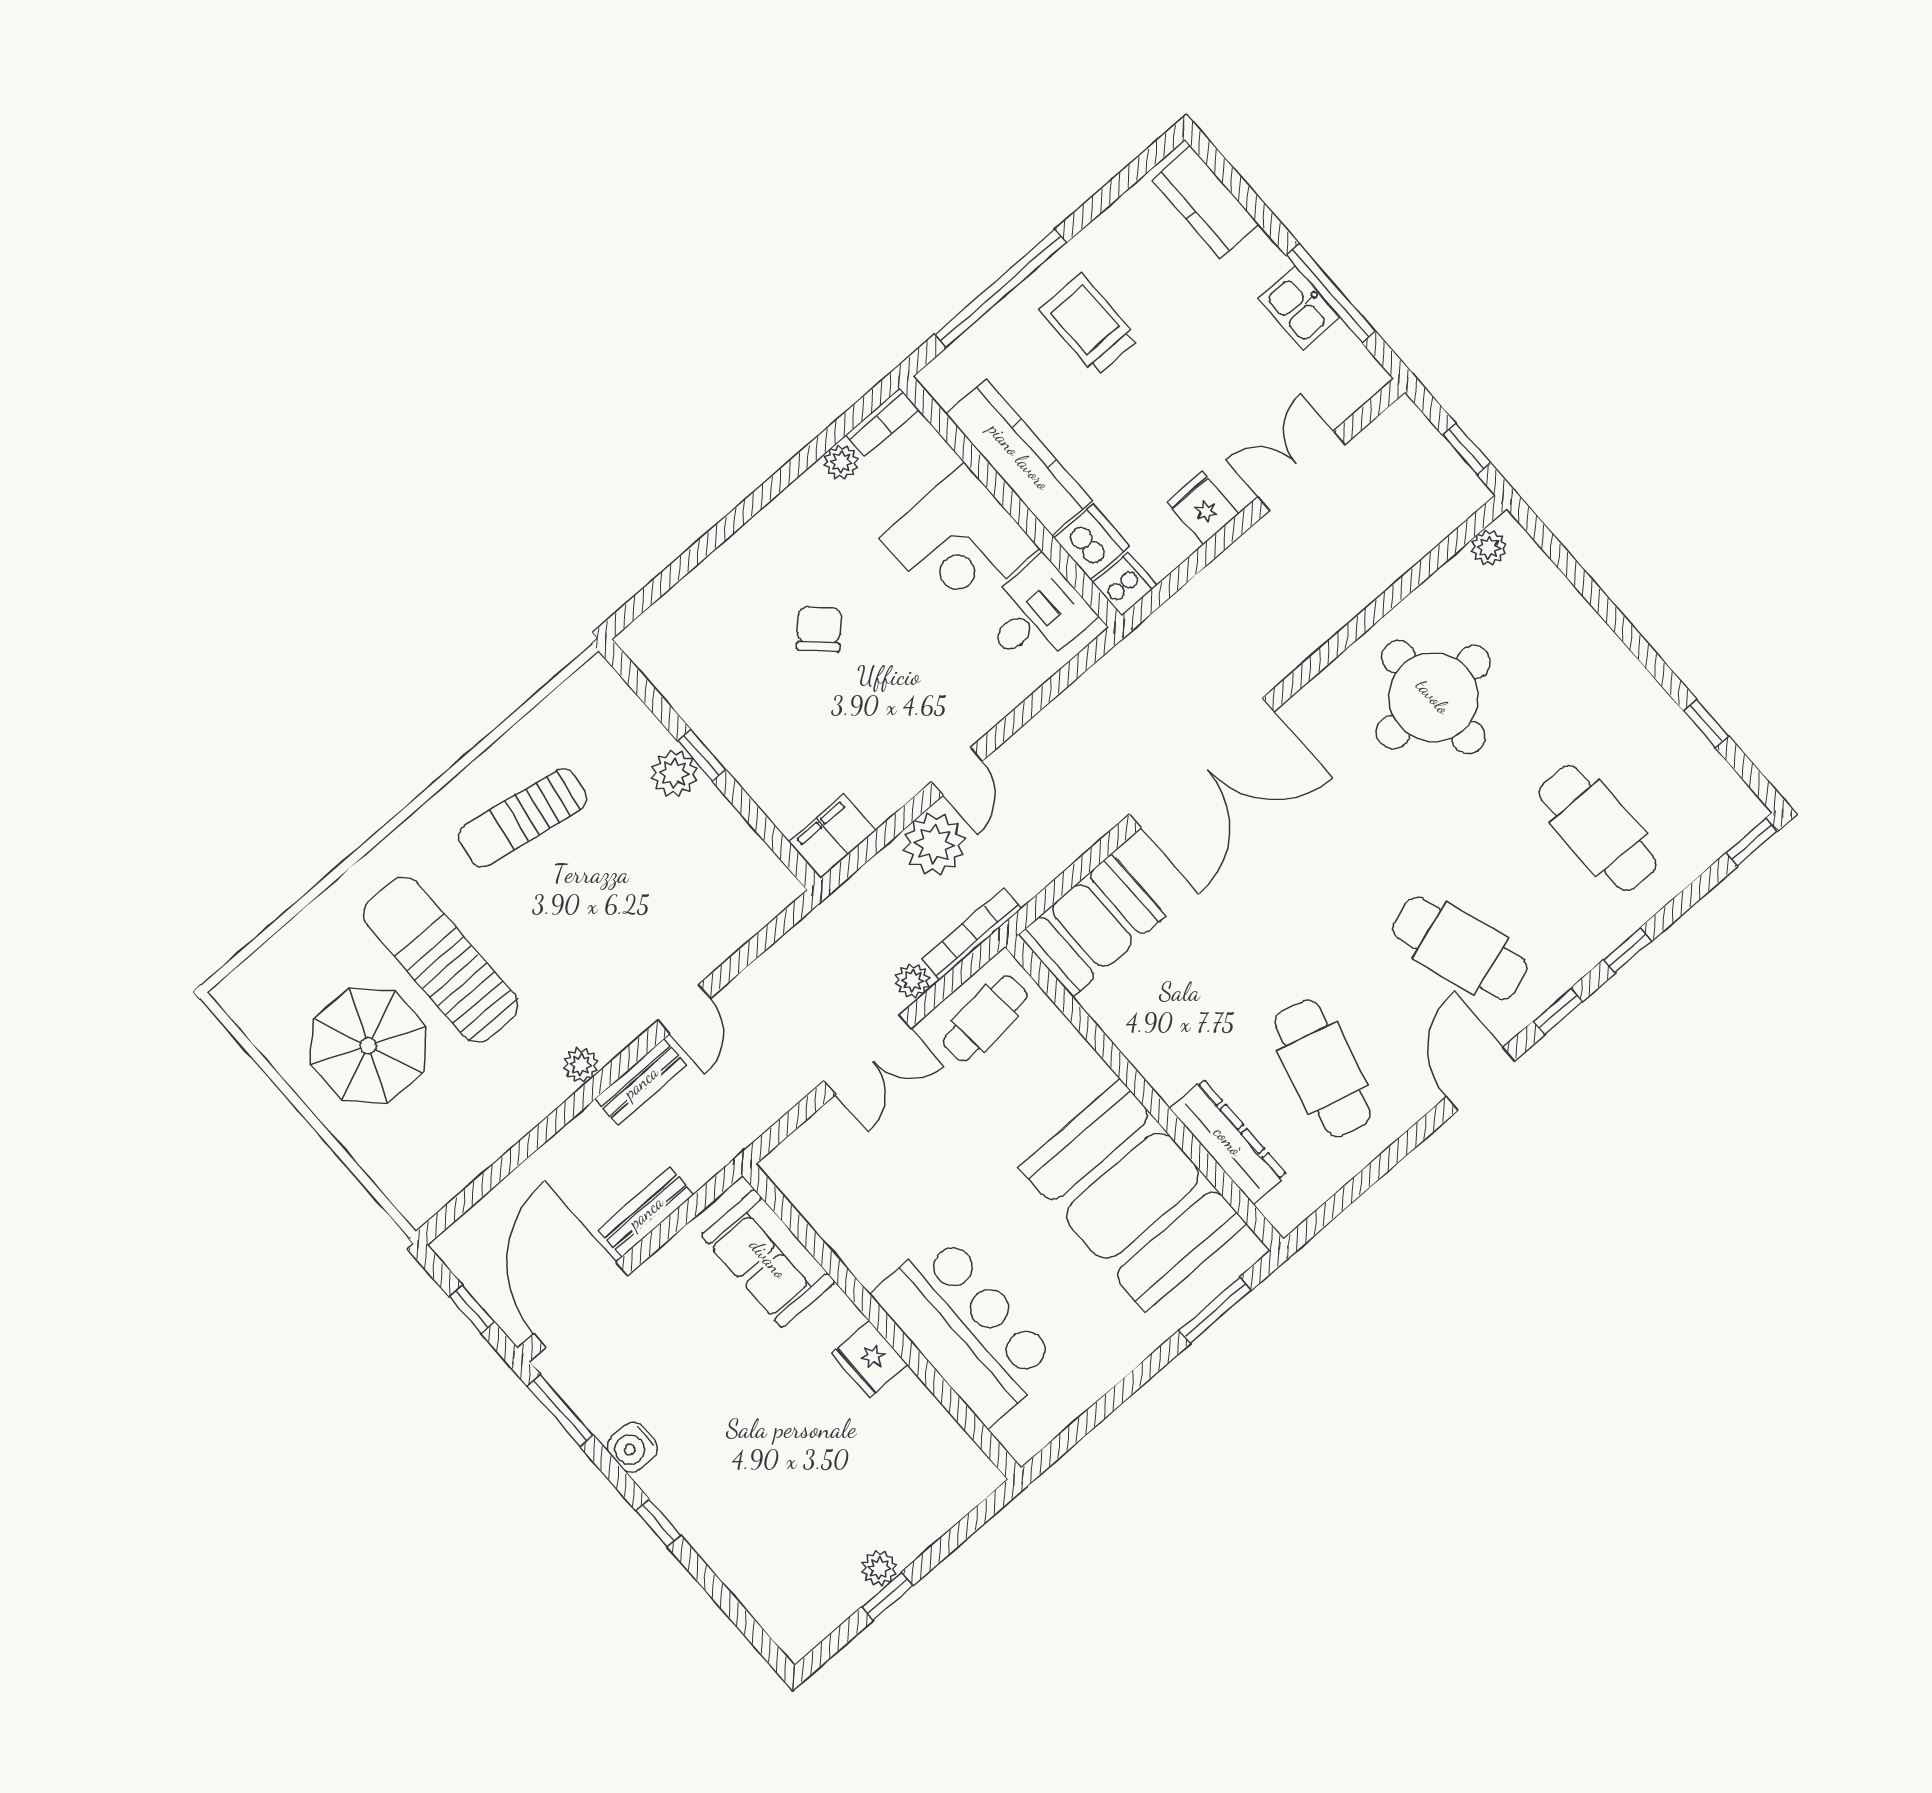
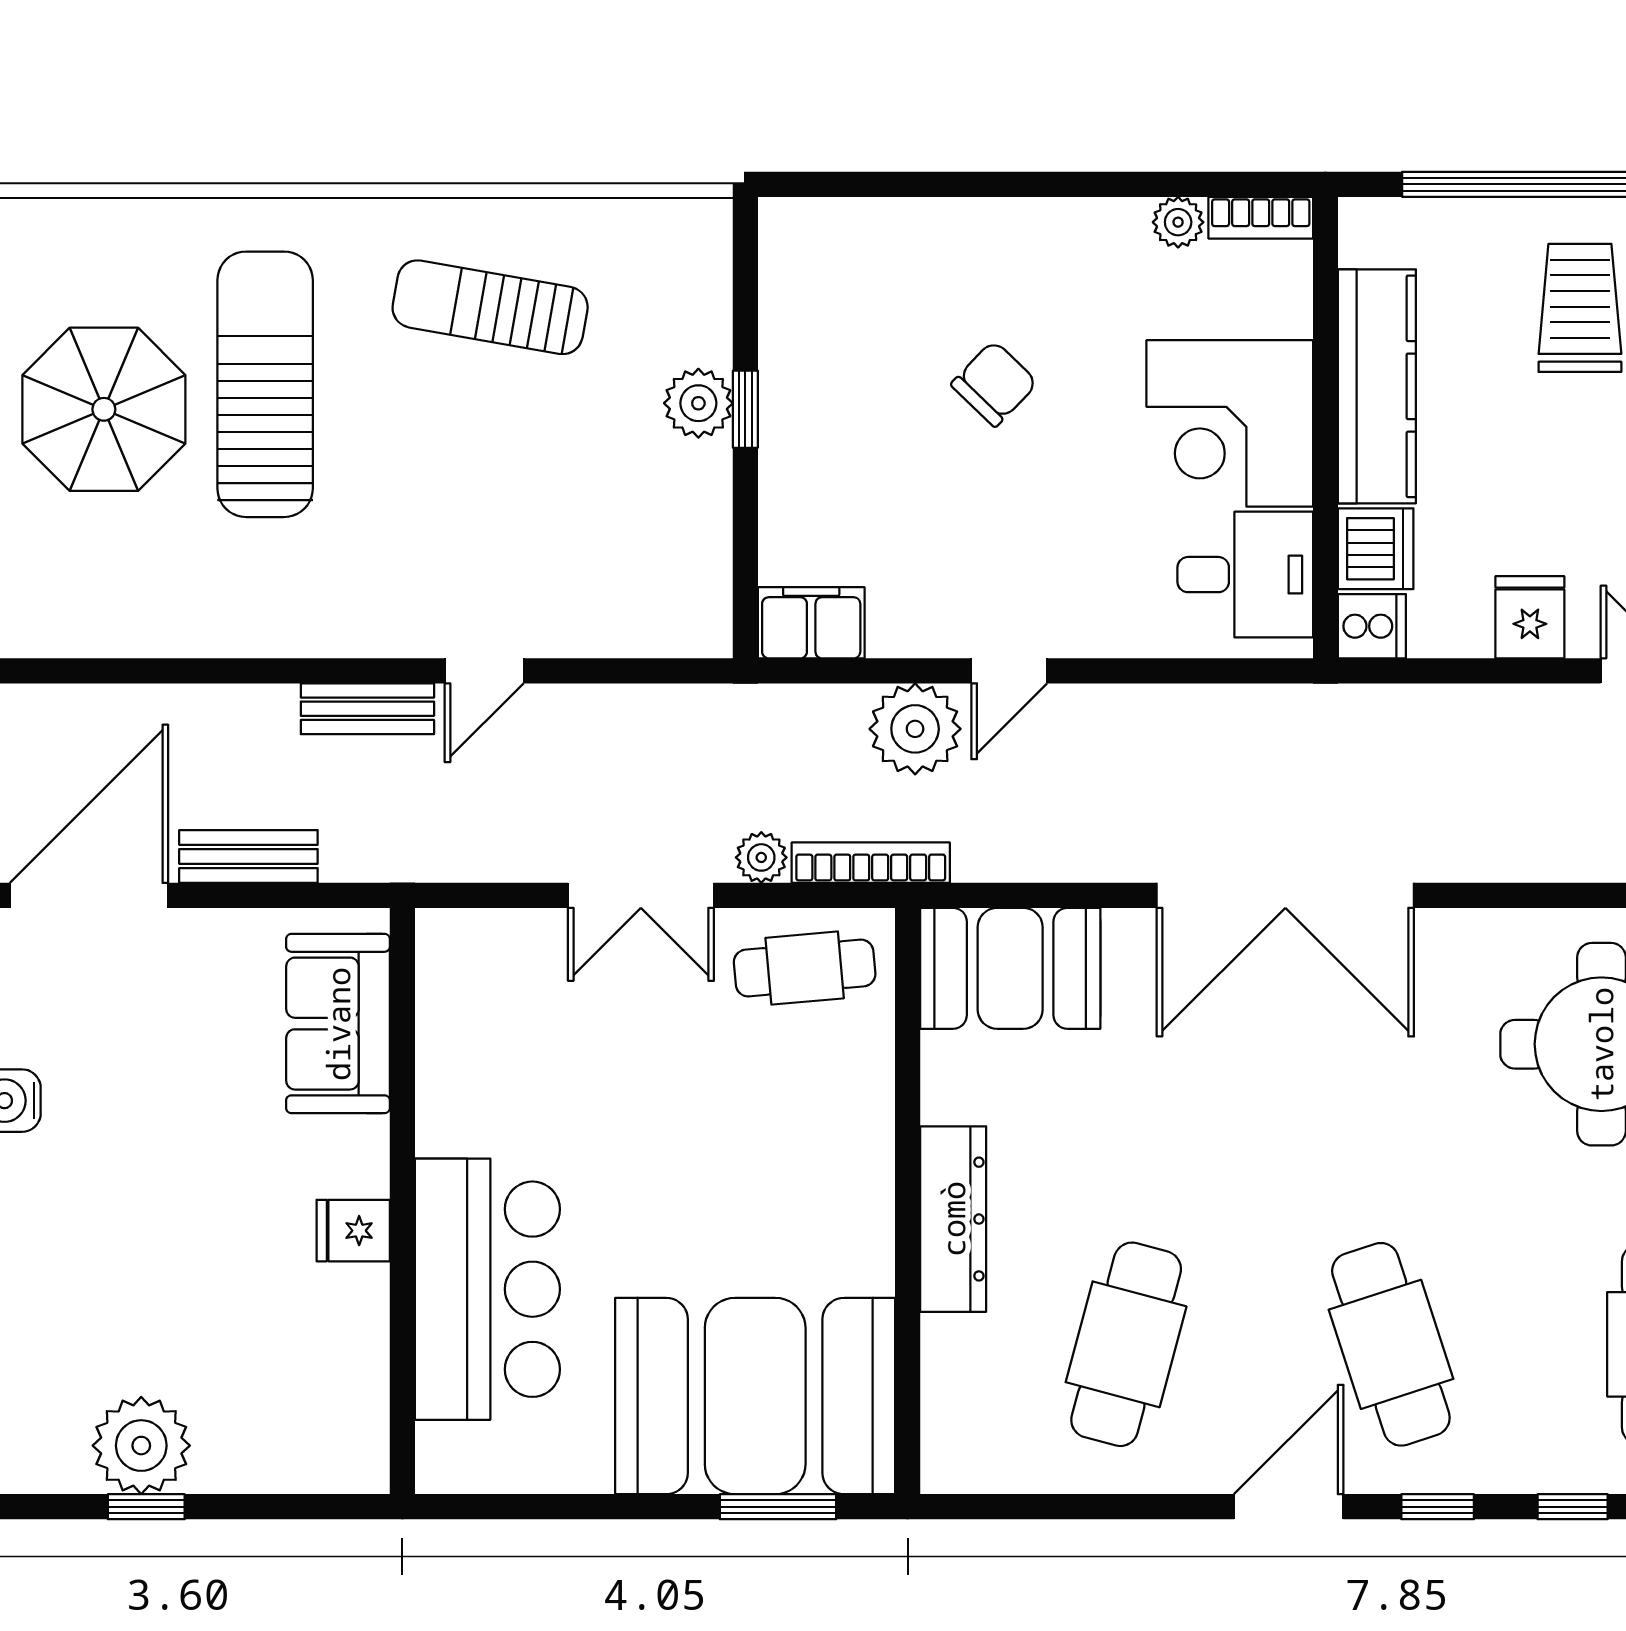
plant: (581, 1065) -> (318, 633), removed
dresser: (1228, 1141) -> (953, 1219), moved
booth: (1133, 1196) -> (755, 1396), moved, turned 90
fridge: (870, 1359) -> (353, 1231), width x0.72
plant: (879, 1568) -> (141, 1446), width x1.88, depth x1.88

